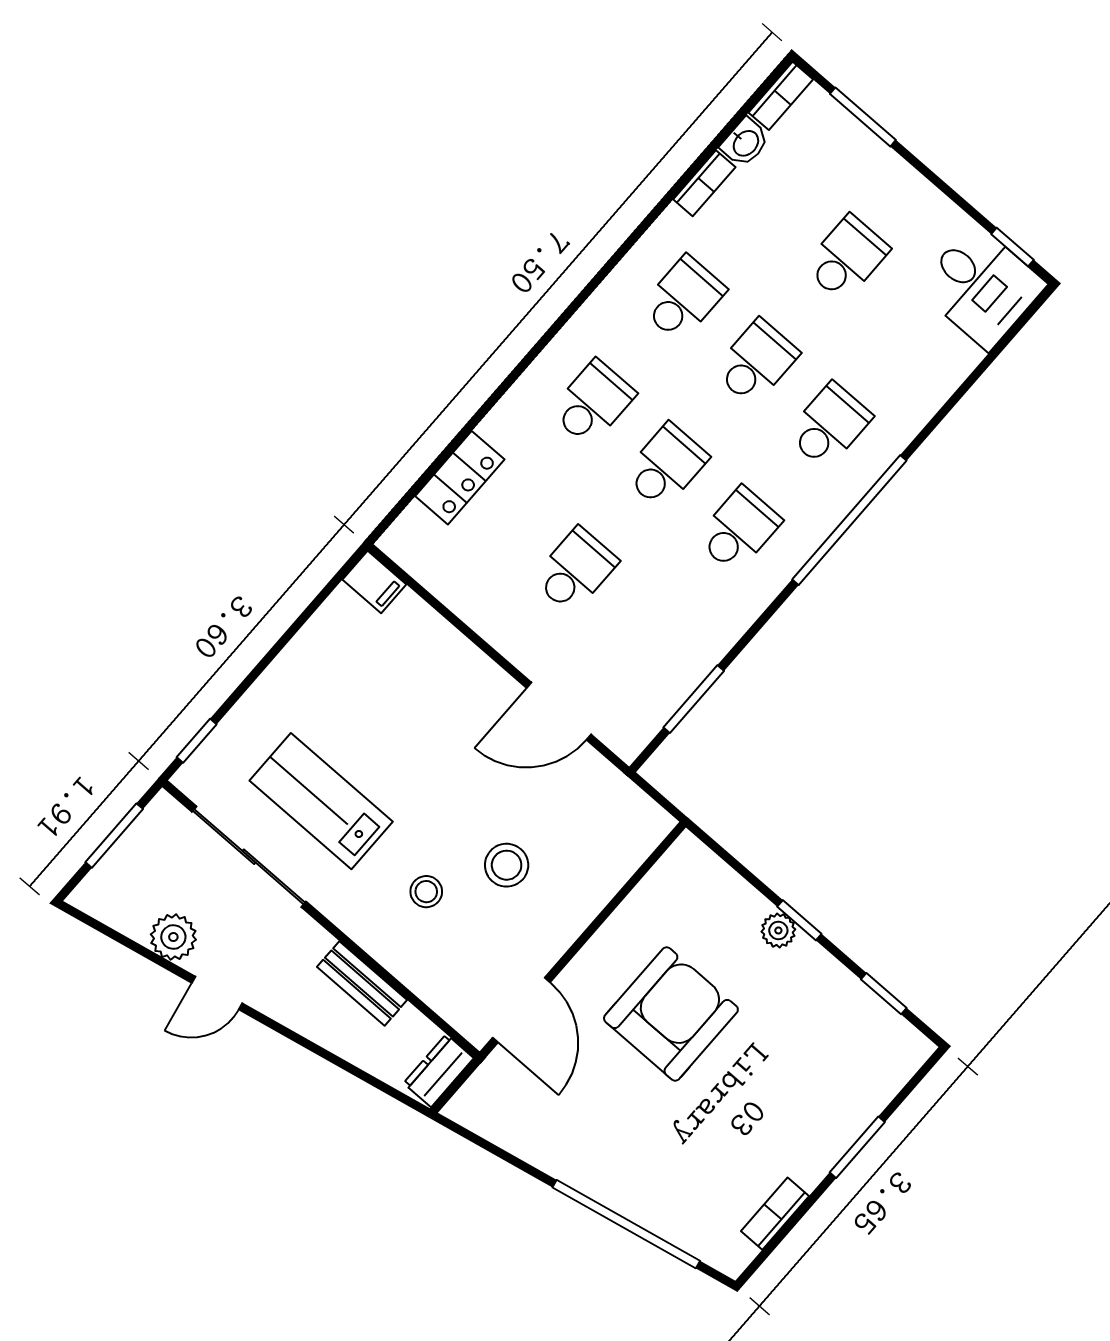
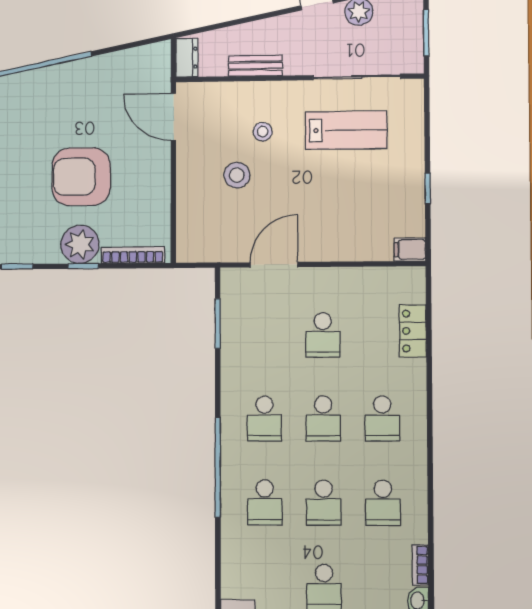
window: (197, 741) -> (428, 188), moved
bookcase: (725, 879) -> (133, 255), added
plant: (778, 930) -> (80, 244), width x1.88, depth x1.88
armchair: (671, 1014) -> (81, 177), moved, turned 90

